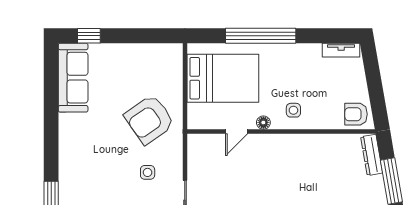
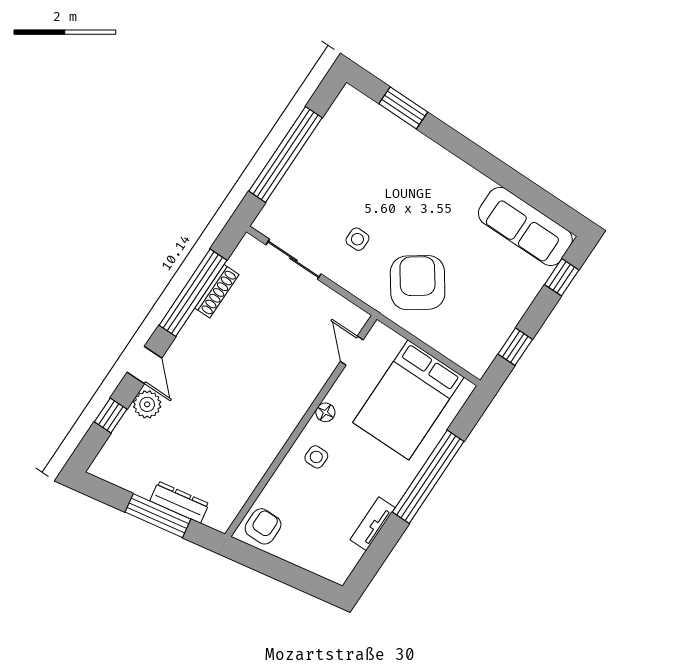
window: (149, 36) -> (515, 347), added
tv unit: (341, 50) -> (373, 524), moved
door: (237, 132) -> (352, 351), moved
dresser: (372, 155) -> (179, 502), moved

